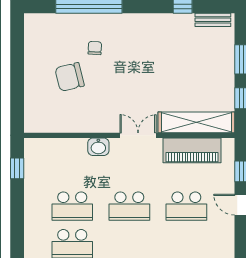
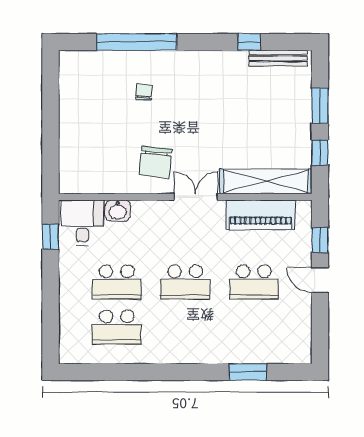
bench: (213, 20) -> (278, 58), width x1.36
chair: (70, 77) -> (155, 162), moved, turned -70
washbasin: (98, 147) -> (118, 211), moved
desk: (44, 157) -> (82, 223), added

